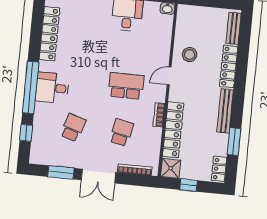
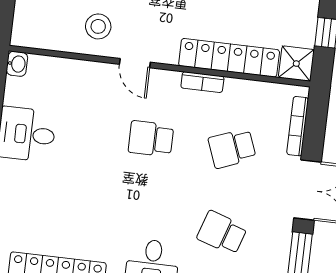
school desk: (126, 86) -> (151, 139), width x0.54
school desk: (121, 132) -> (232, 148), turned -33

